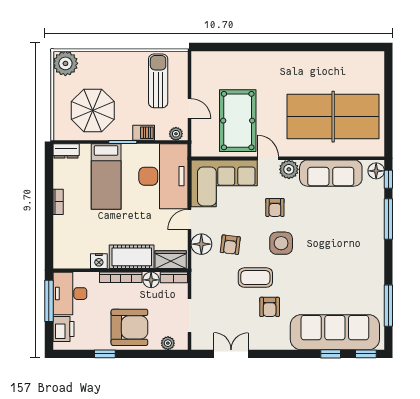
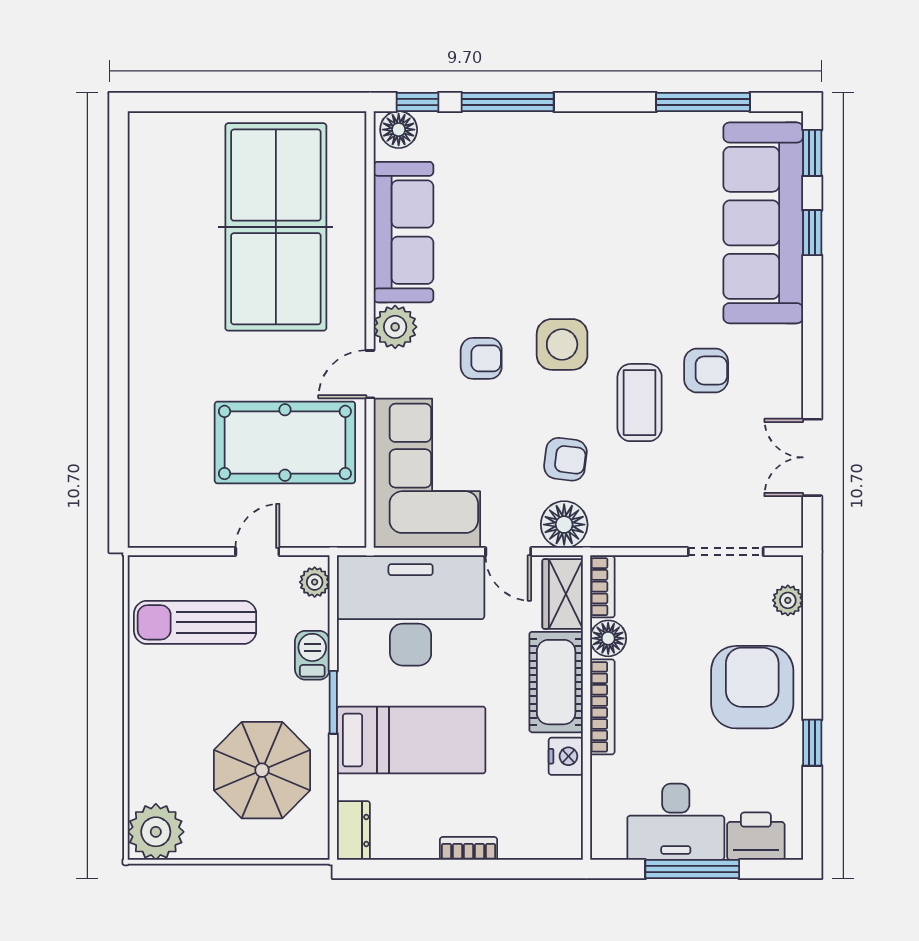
cot: (132, 257) -> (556, 682), moved
wardrobe: (171, 260) -> (563, 594), moved
nightstand: (99, 261) -> (566, 756), moved
wall: (120, 270) -> (586, 708), moved
bookcase: (121, 277) -> (602, 707), moved
bookcase: (174, 277) -> (602, 587), moved
floor lamp: (151, 280) -> (608, 638), moved

